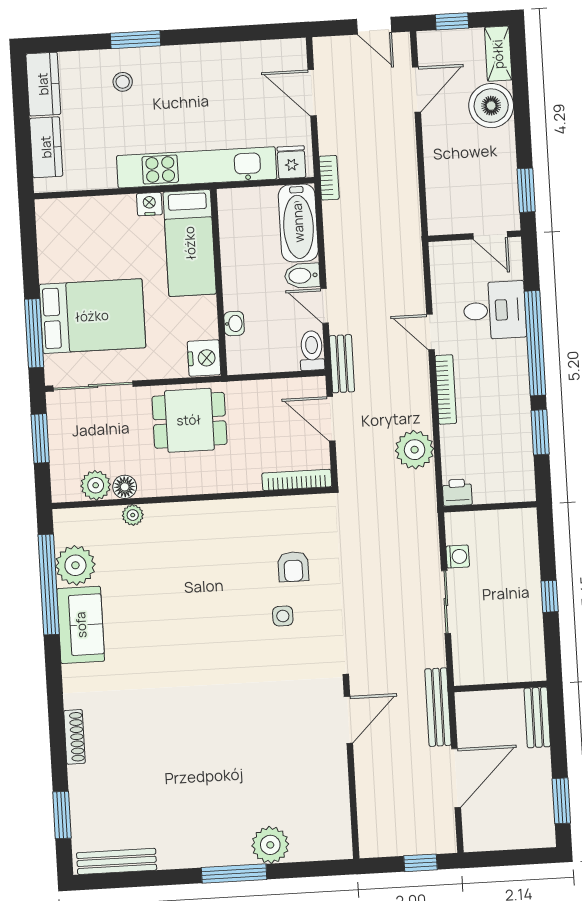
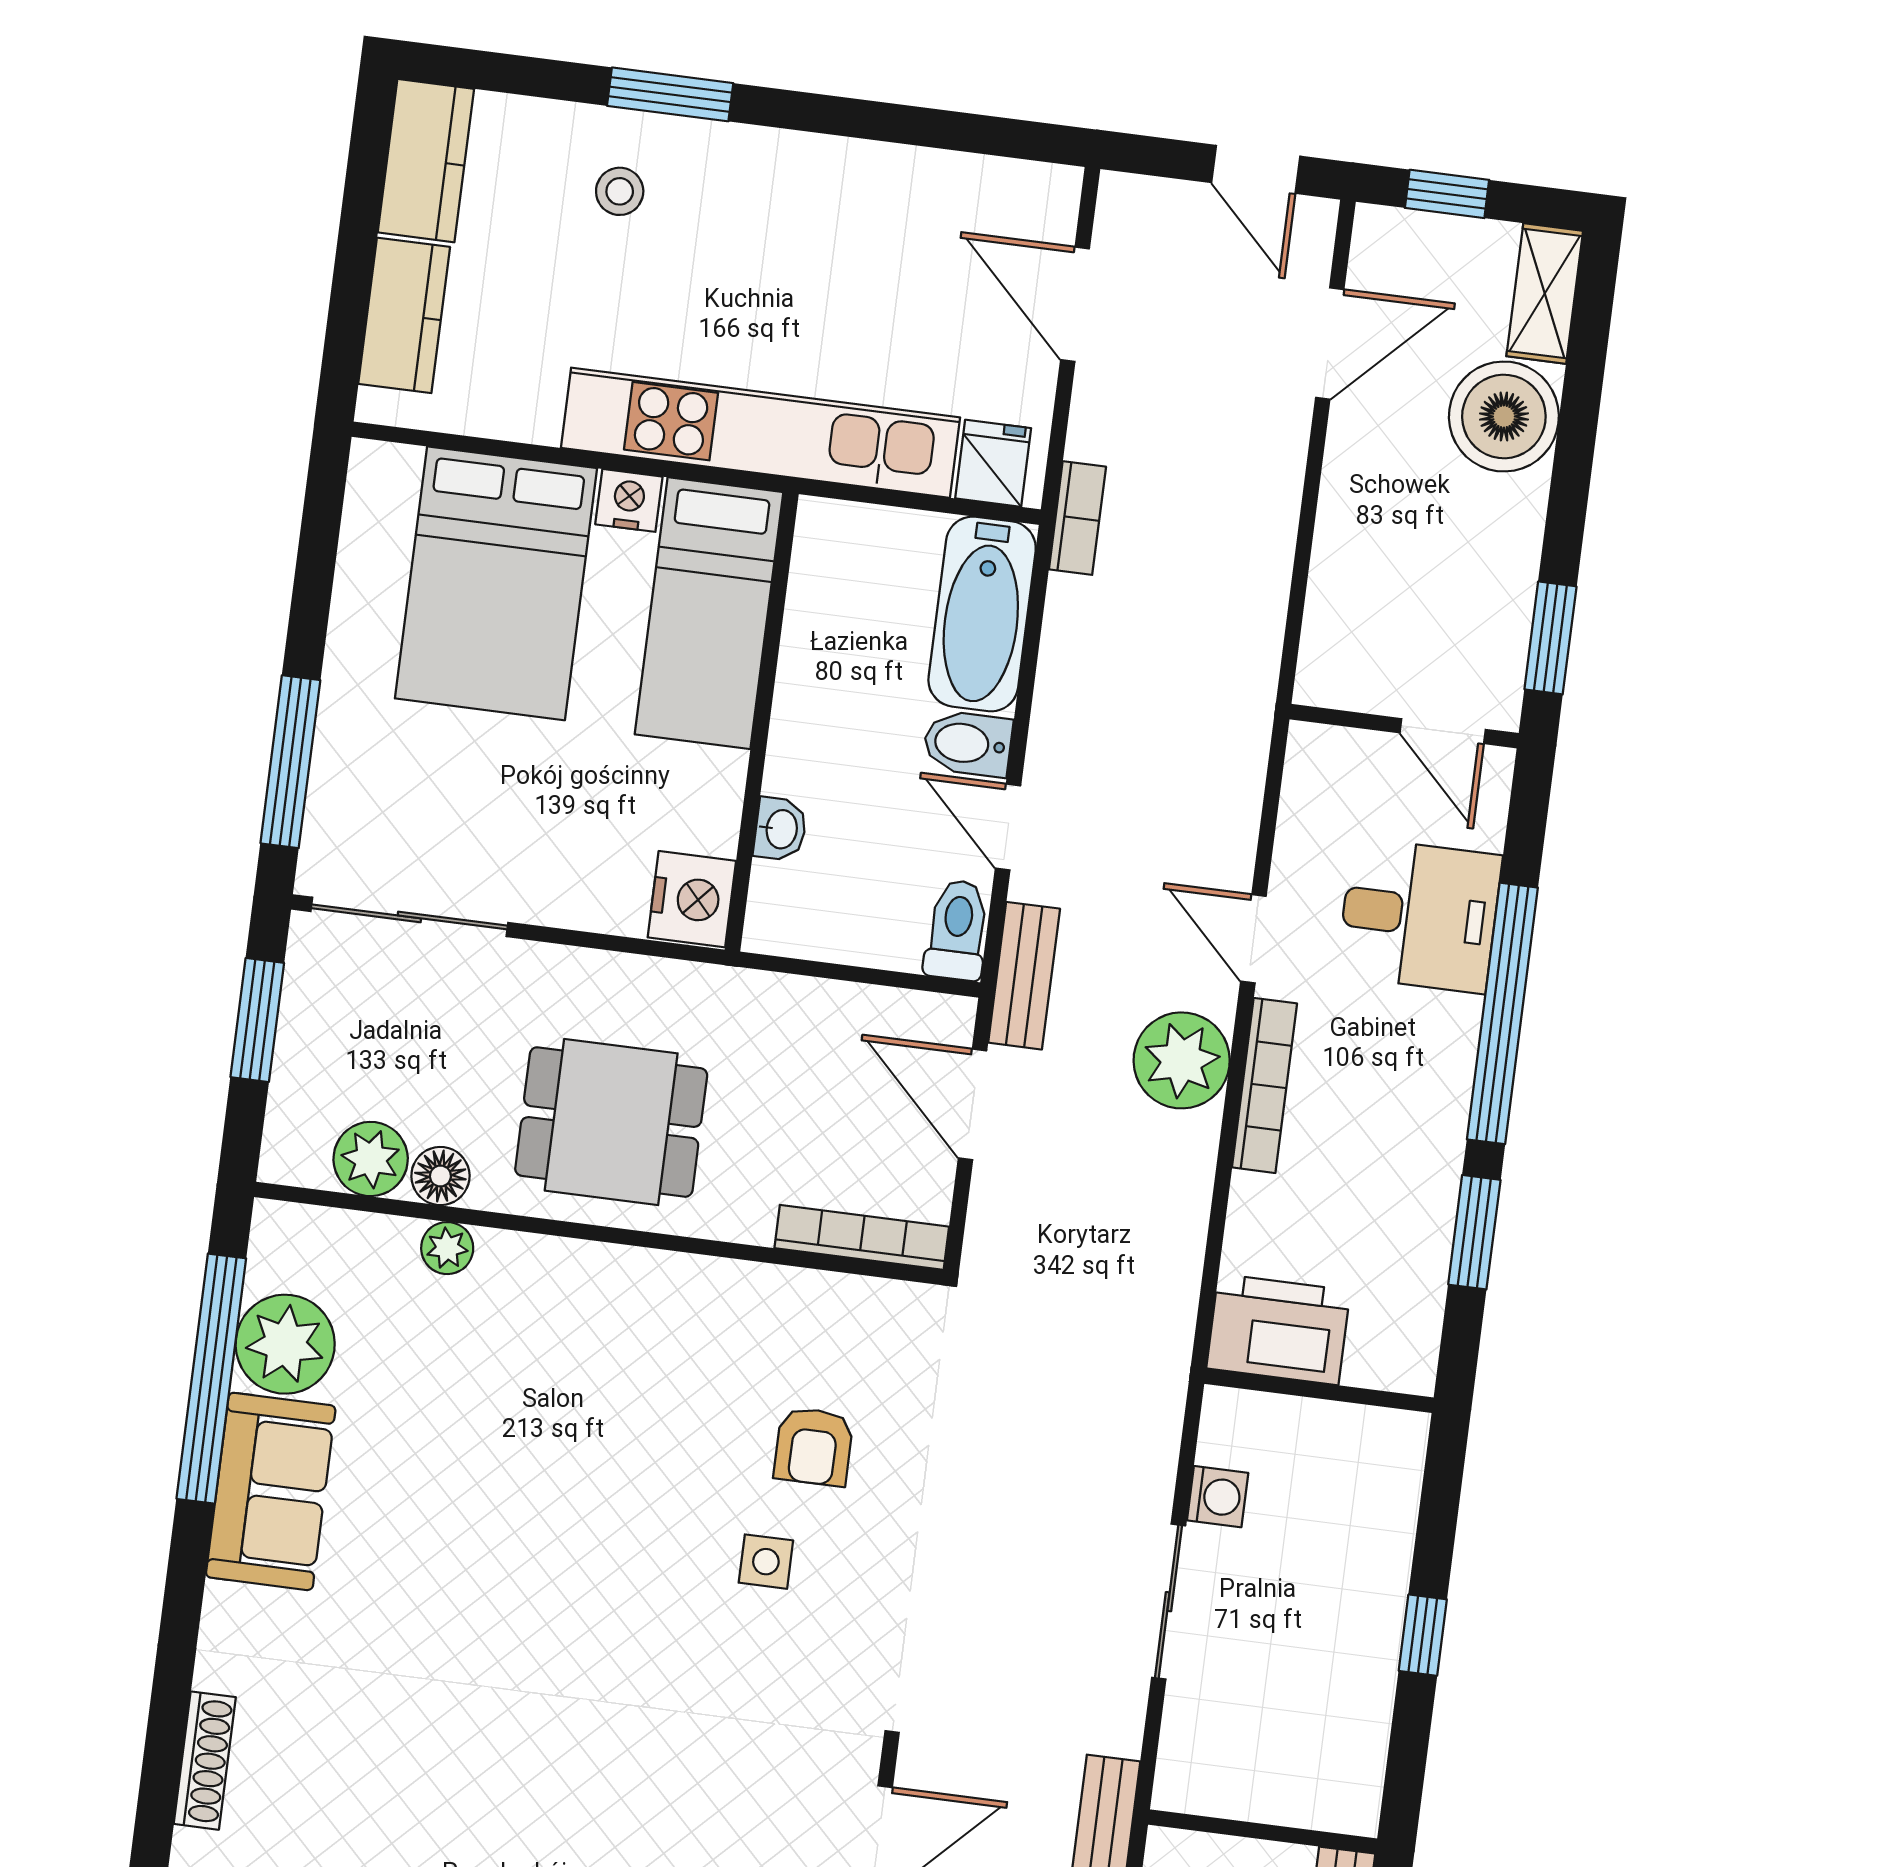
bed: (92, 316) -> (496, 583), moved, turned 90
dining table: (189, 420) -> (611, 1122), moved
plant: (415, 450) -> (1182, 1060), moved
printer: (457, 492) -> (1278, 1329), width x1.87, depth x1.48

